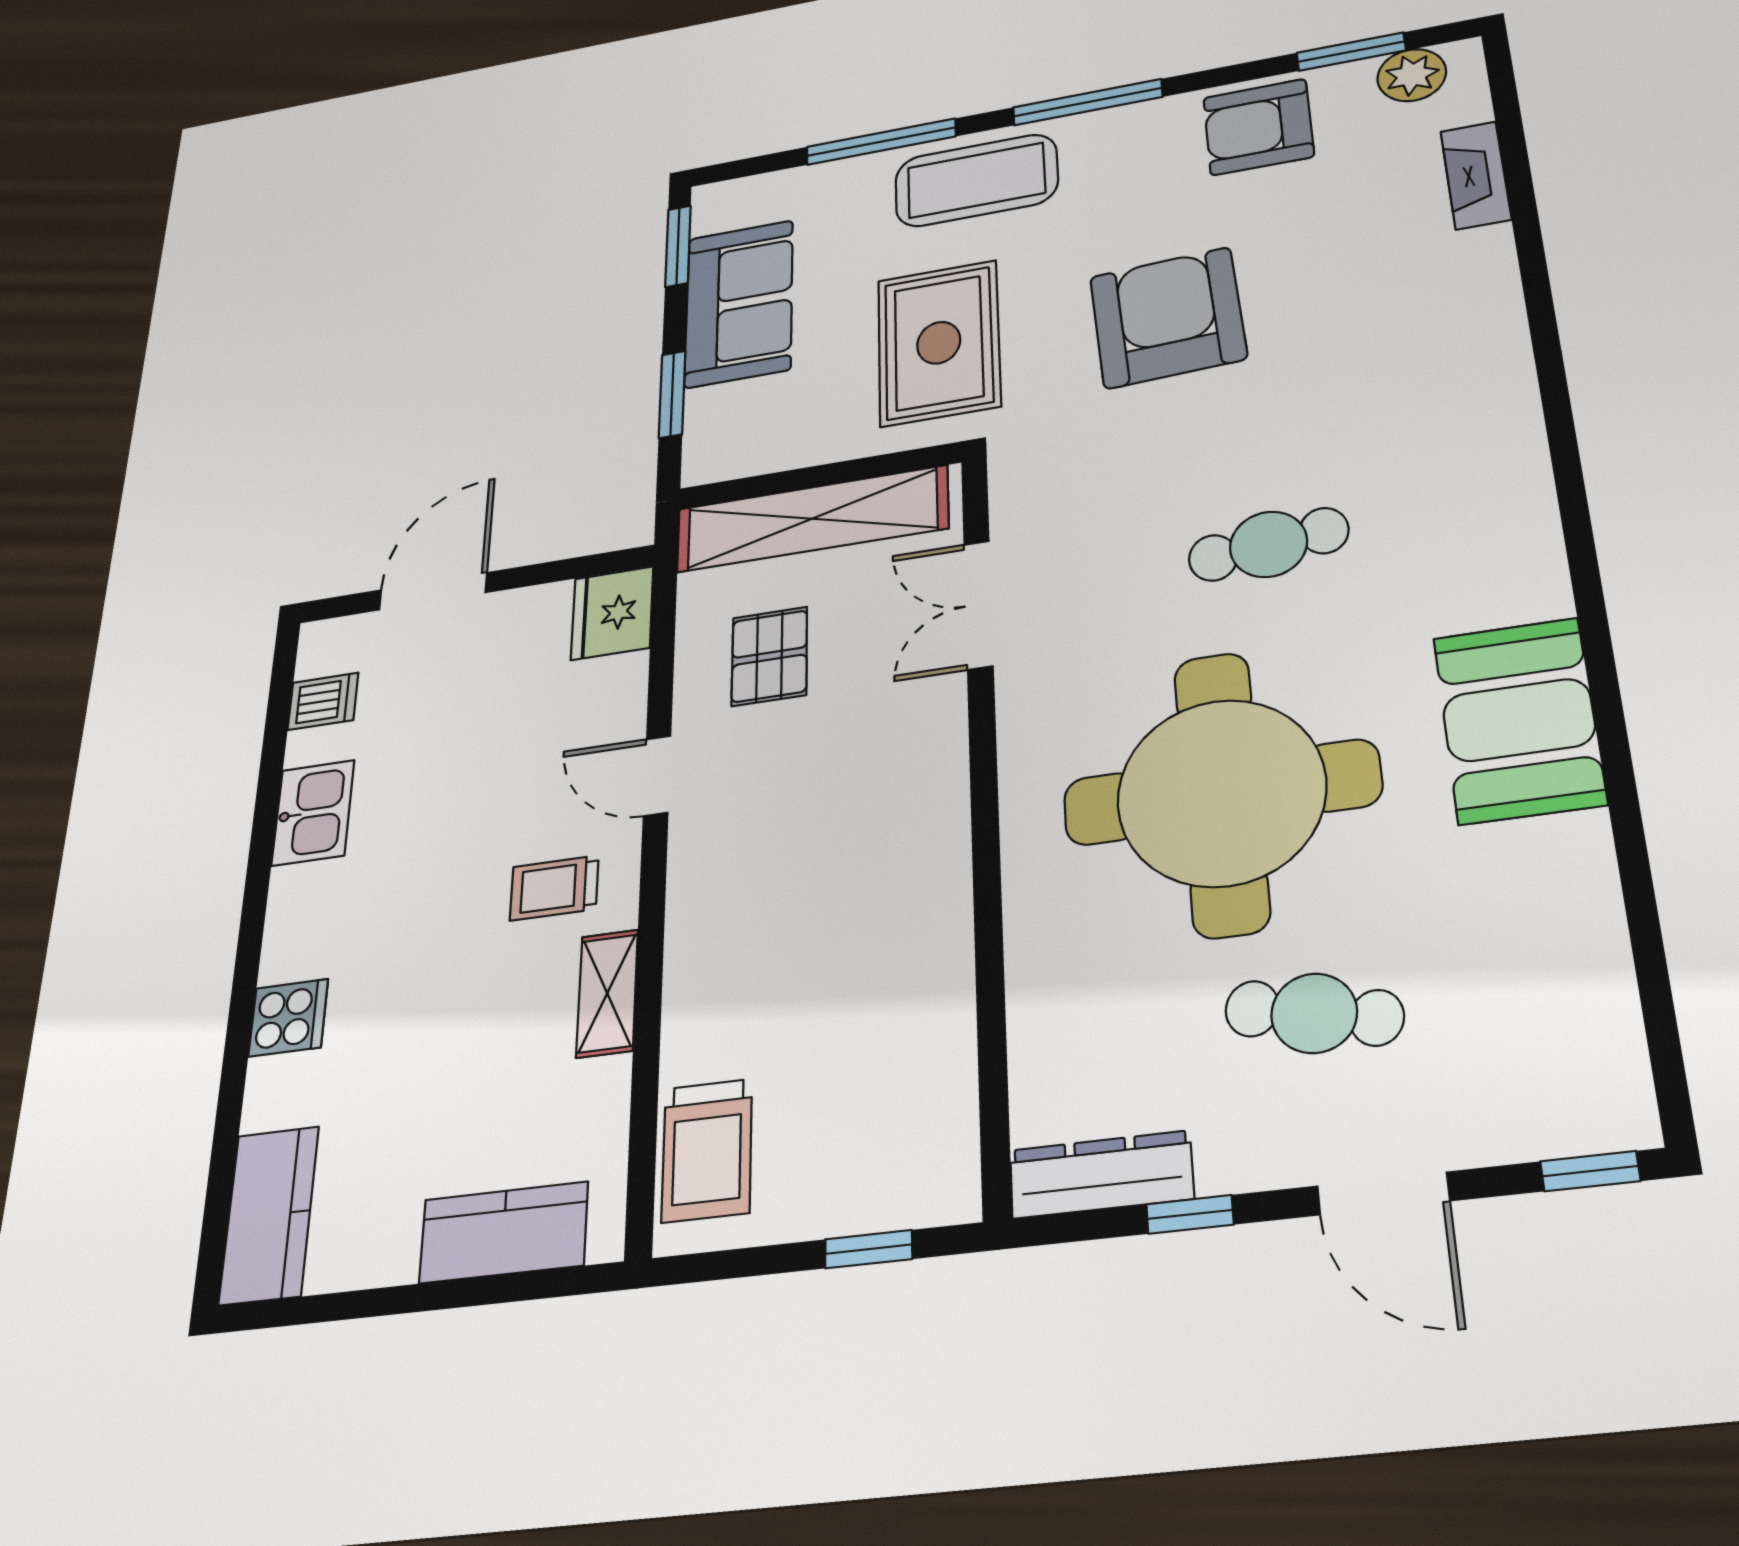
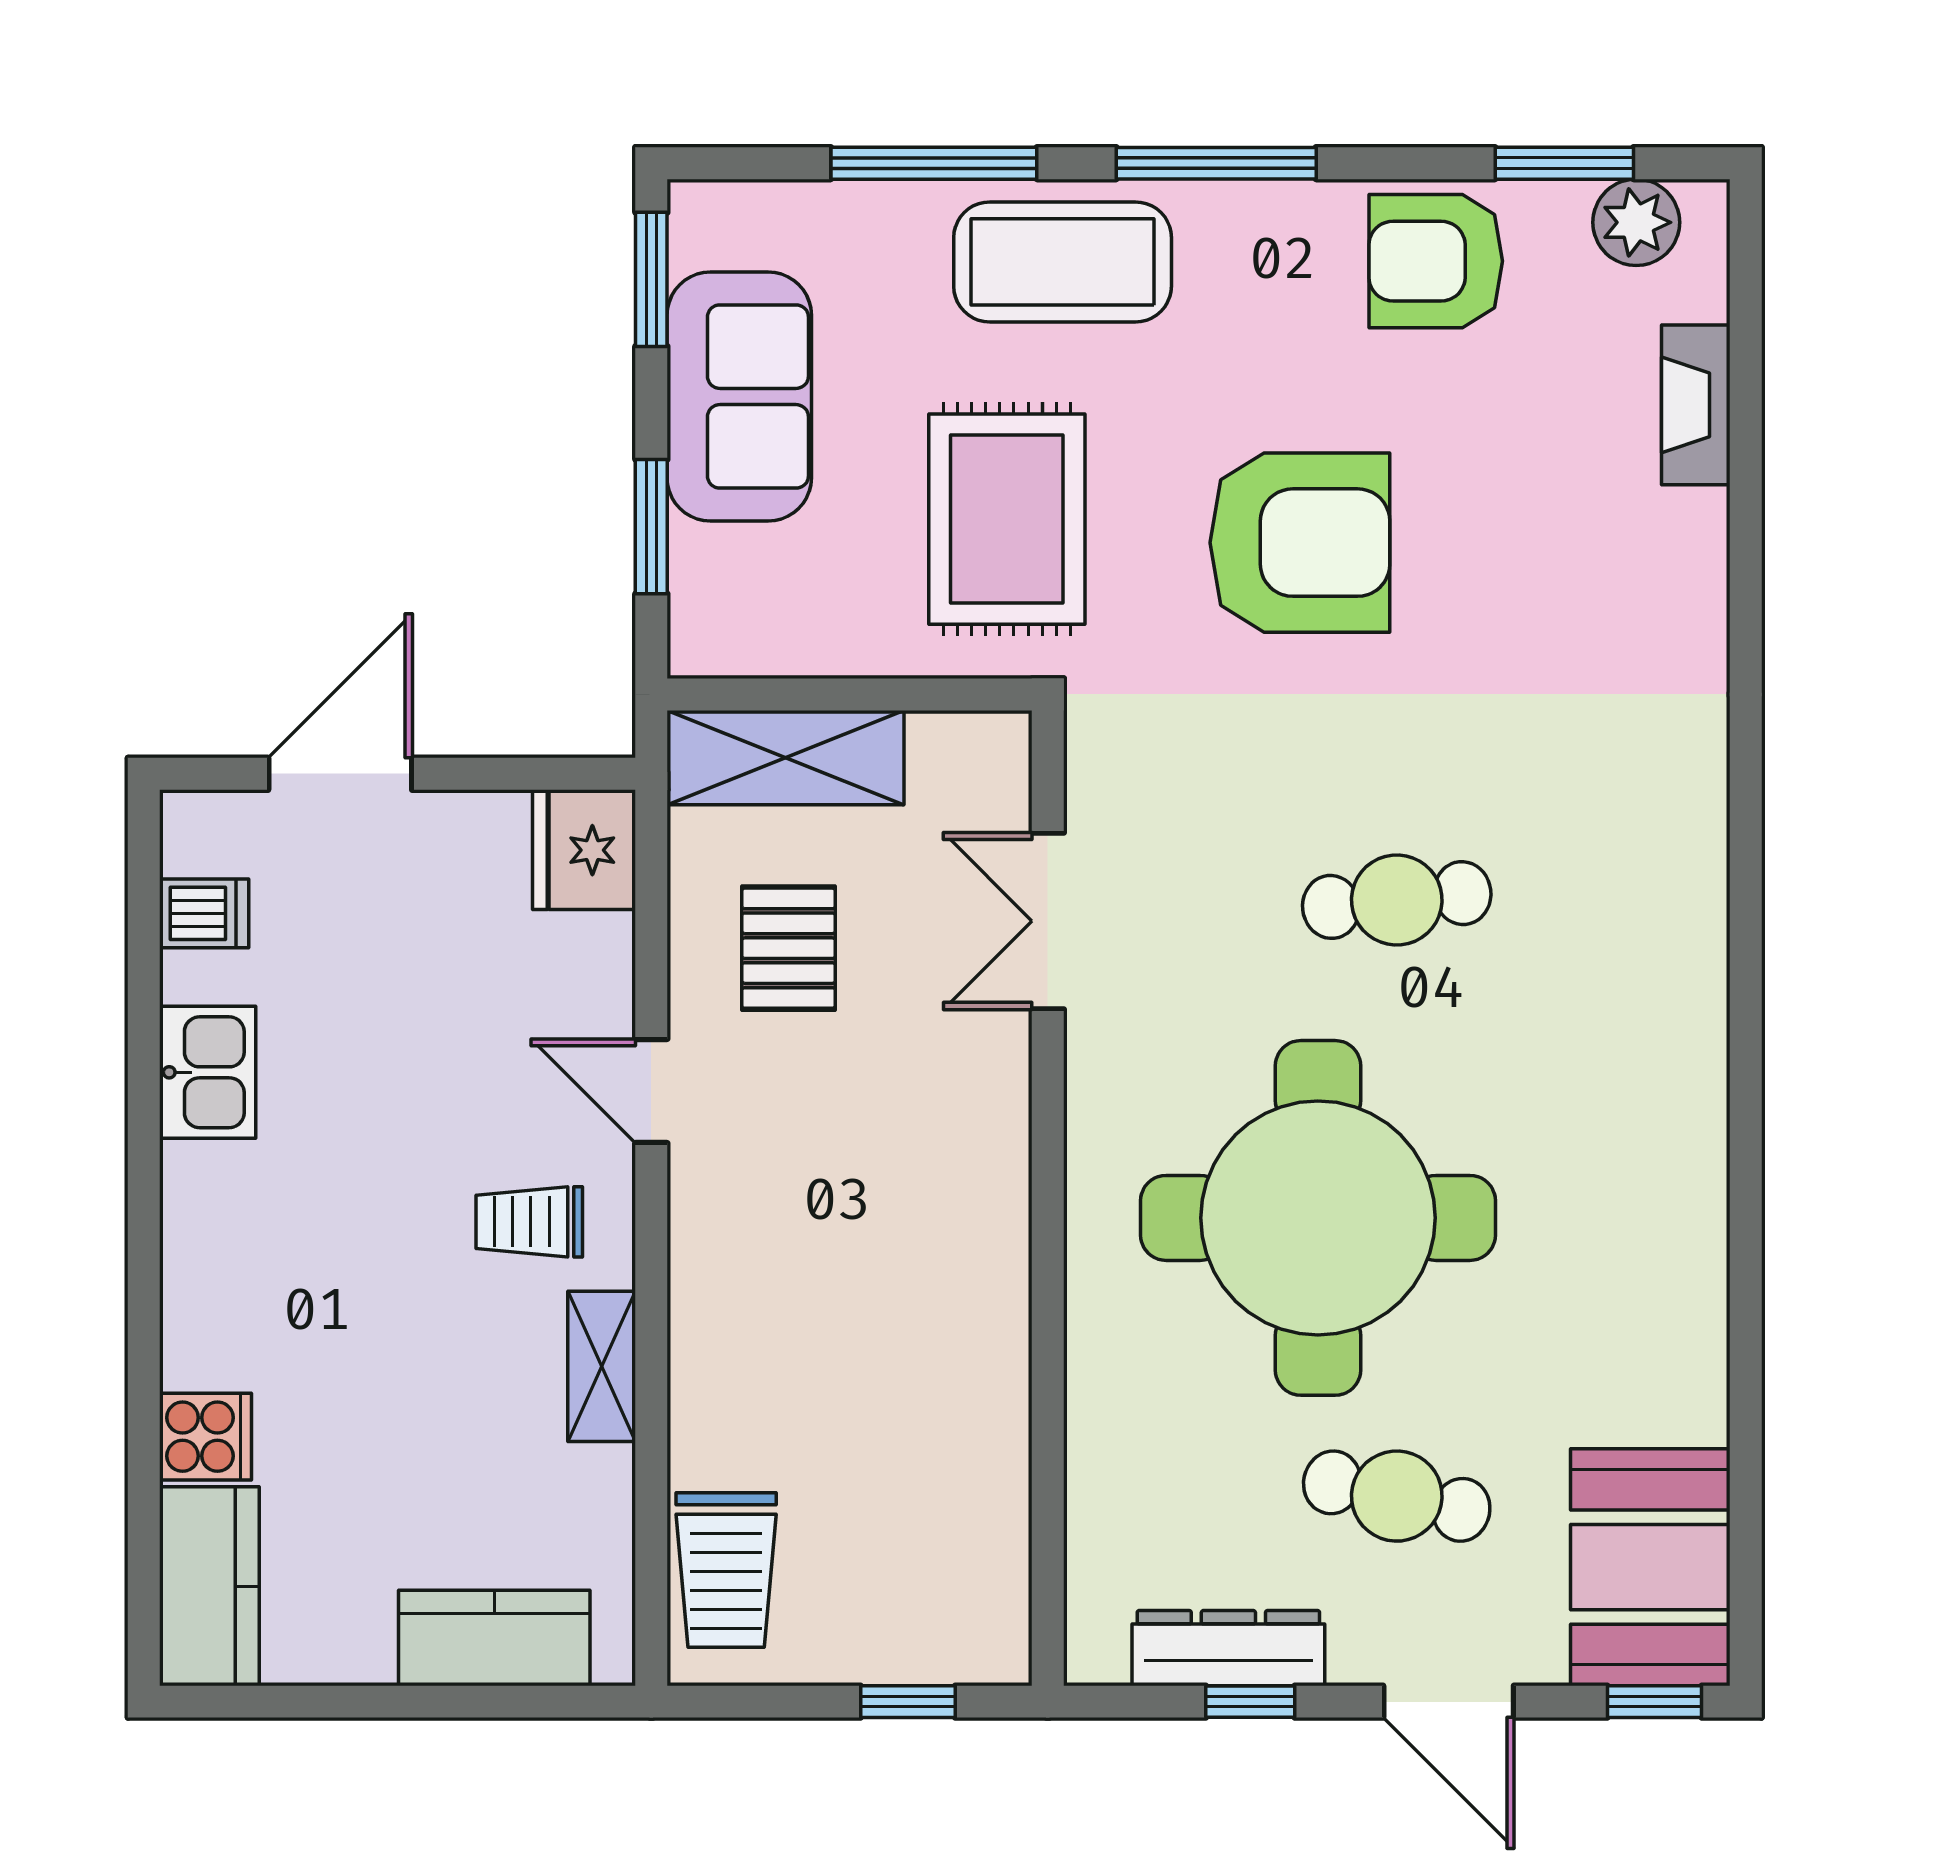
armchair: (1168, 318) -> (1300, 543), turned 93
shelving: (812, 519) -> (785, 758), width x0.68
booth: (1519, 720) -> (1650, 1567), moved
cooker: (288, 1018) -> (206, 1437), moved
dresser: (1101, 1175) -> (1228, 1648), moved

